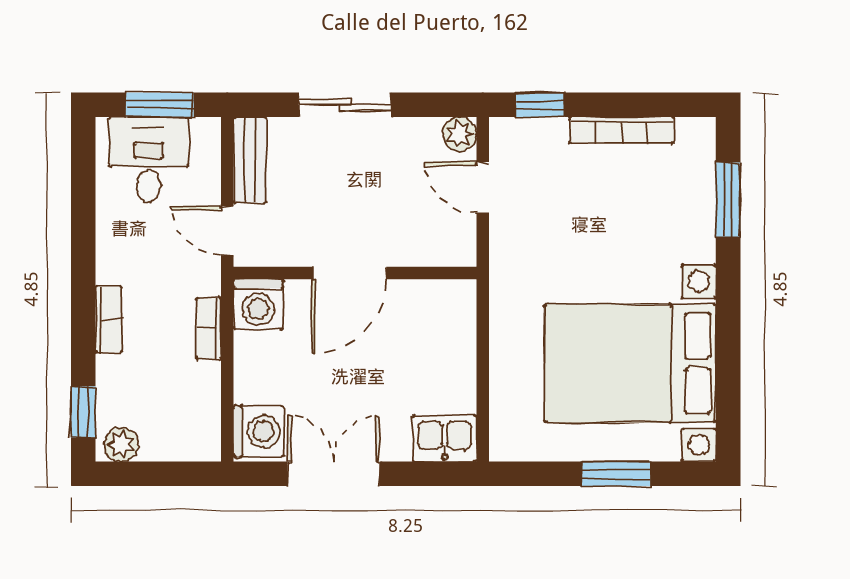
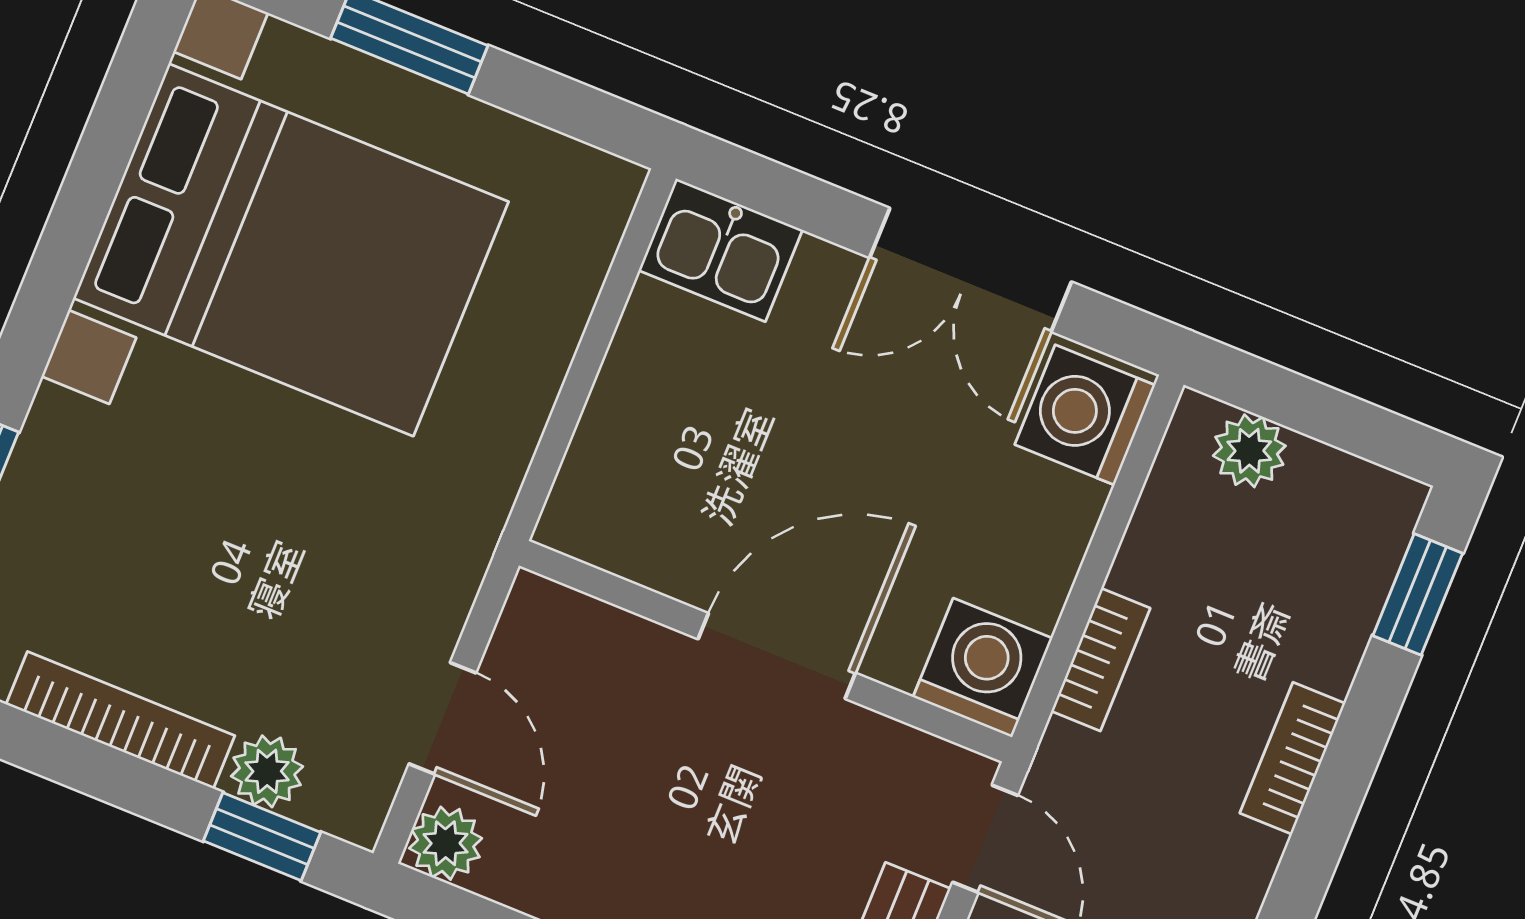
plant: (549, 134) -> (267, 771), added
plant: (121, 445) -> (1249, 451), moved

